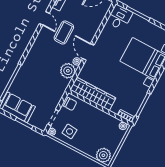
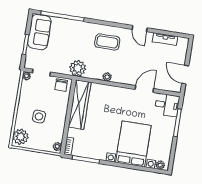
door: (44, 18) -> (140, 29), hinge flipped
coffee table: (64, 32) -> (107, 42), moved
door: (88, 52) -> (144, 89), moved
plant: (68, 71) -> (78, 68), moved
side table: (70, 131) -> (39, 116), moved

